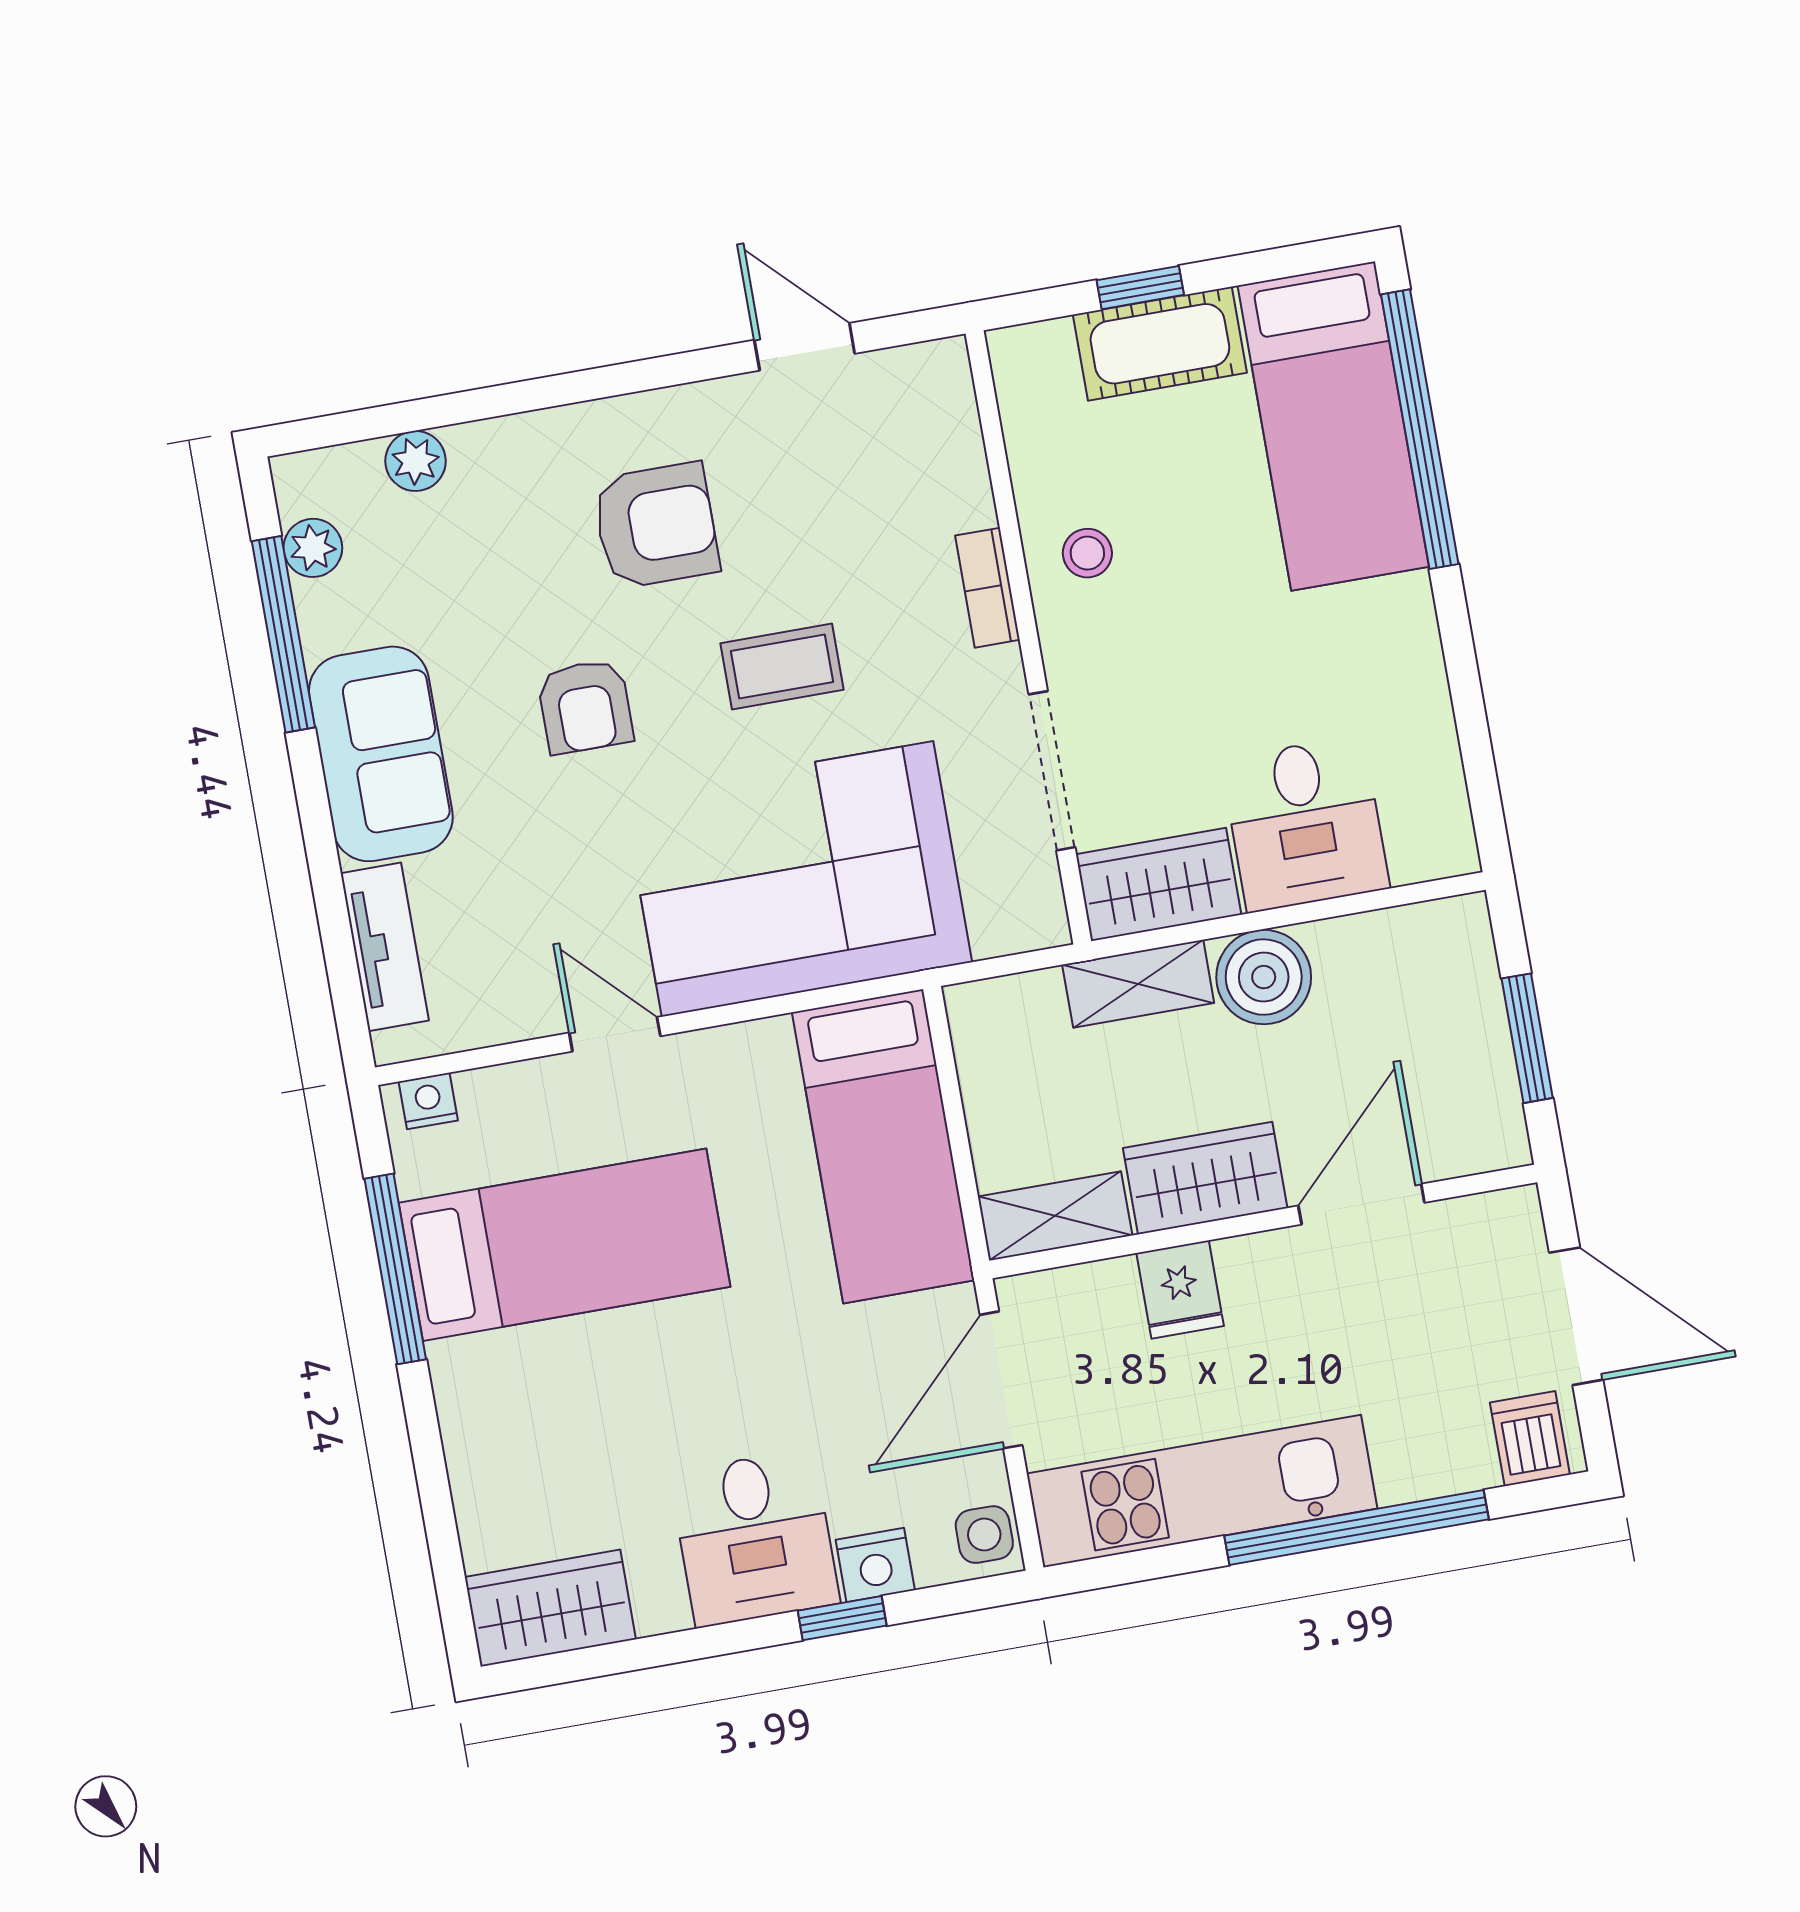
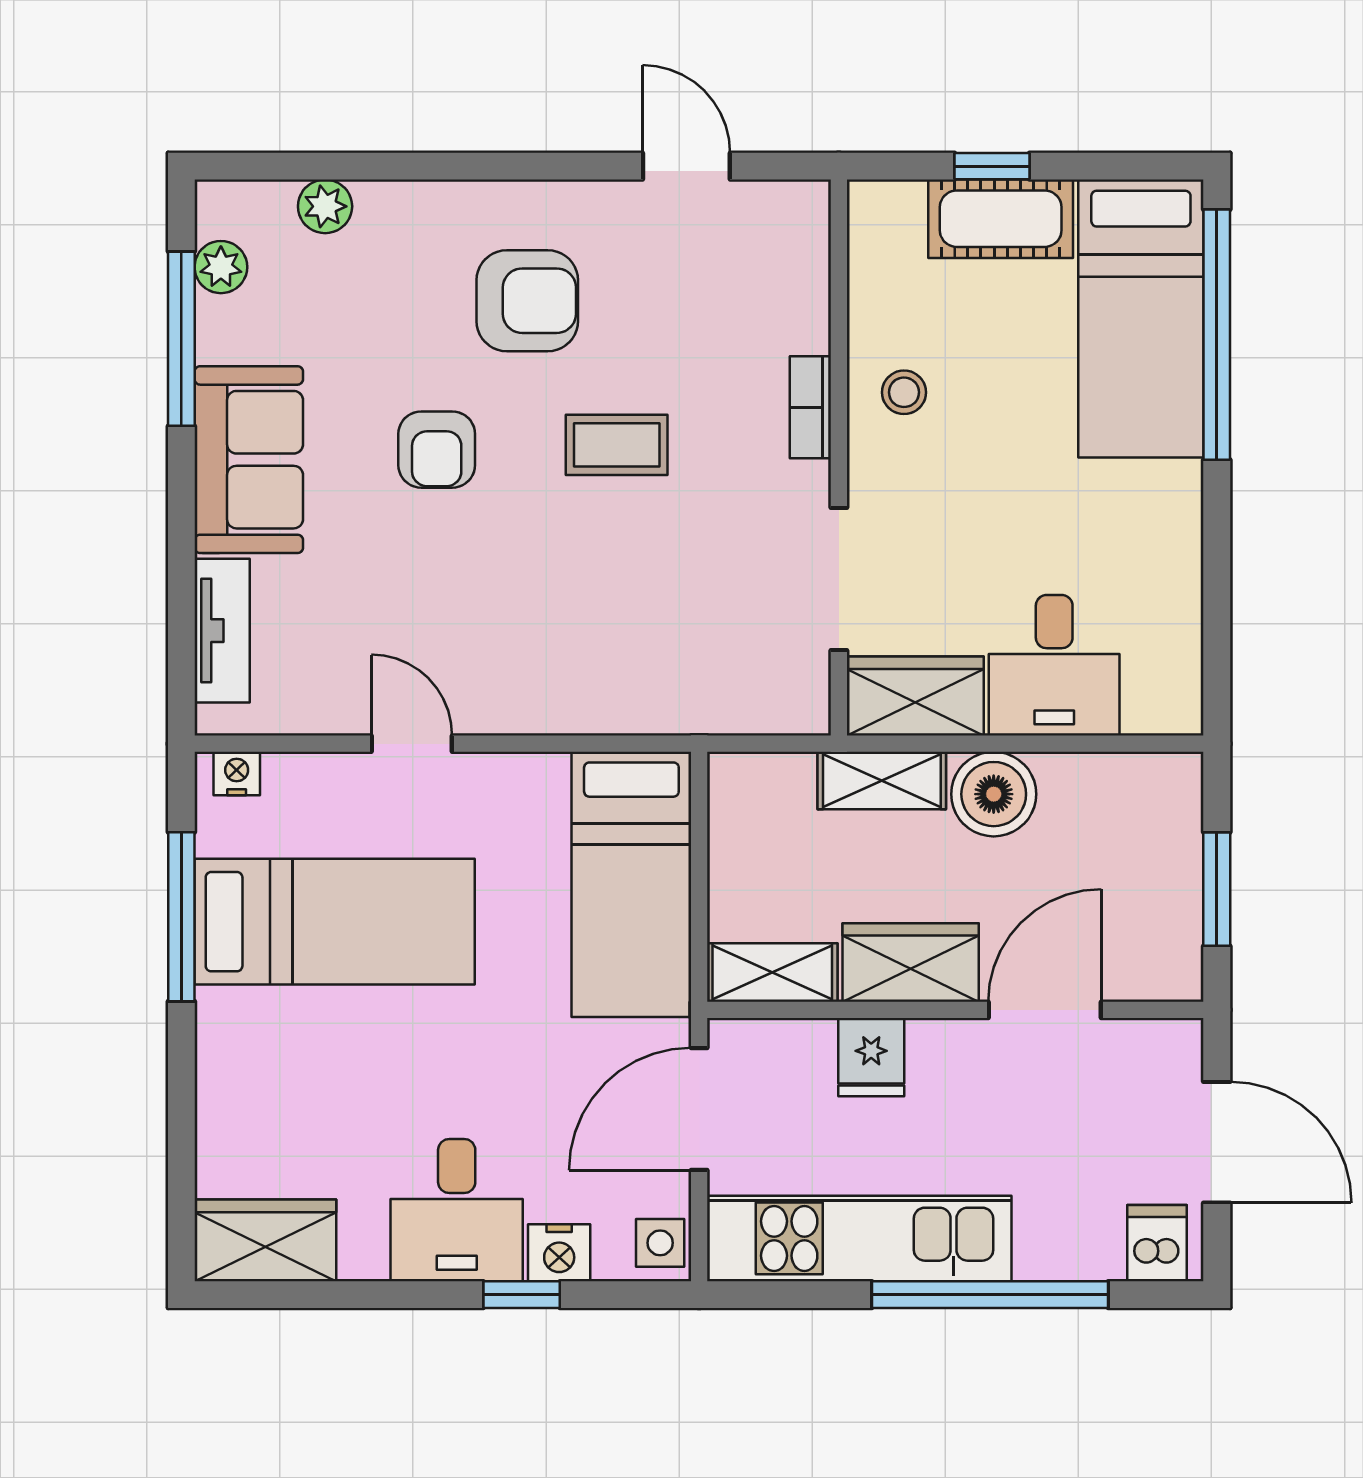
corner sofa: (797, 879) -> (597, 635), removed

